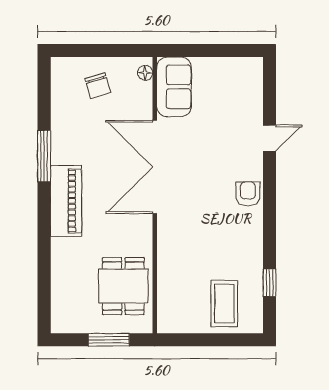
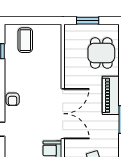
dining table: (123, 286) -> (101, 53), moved

